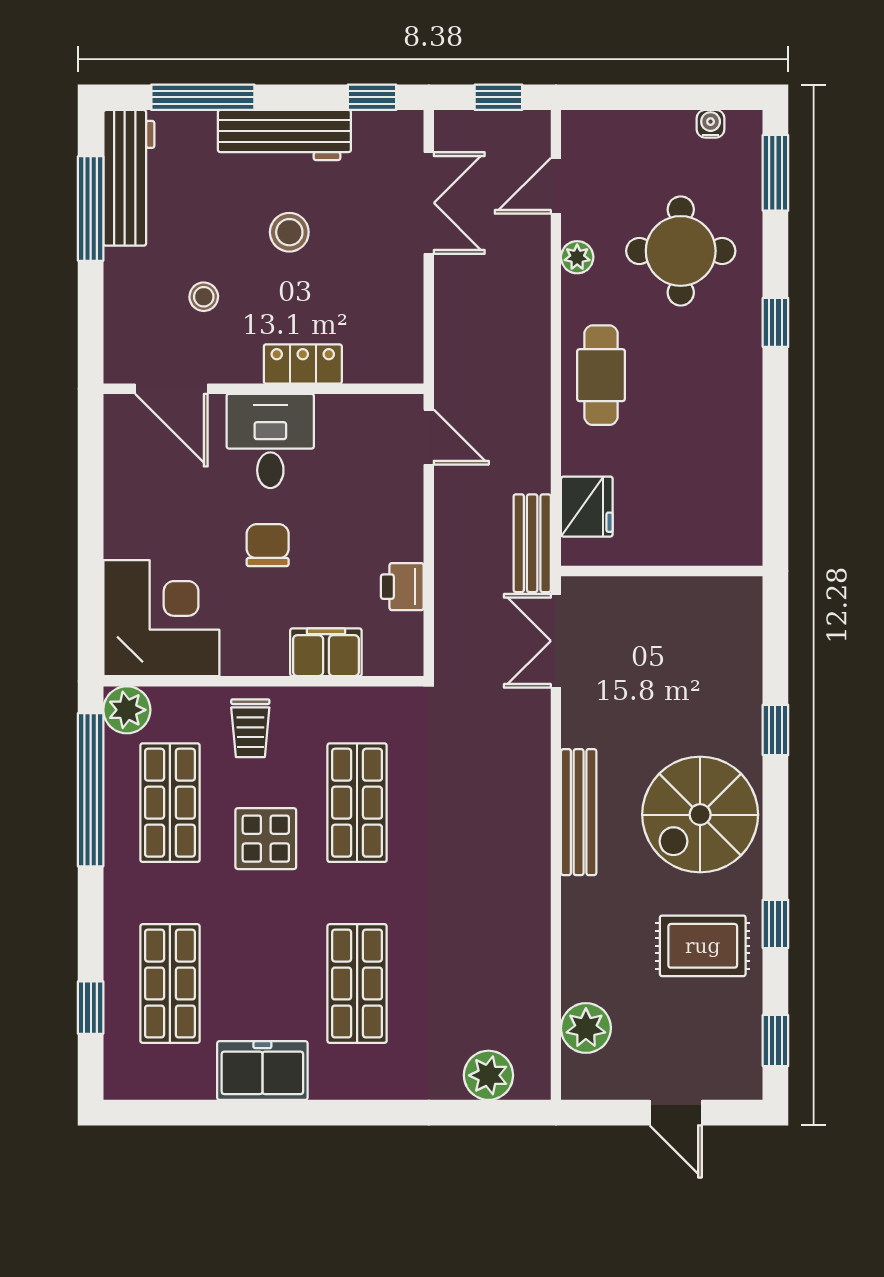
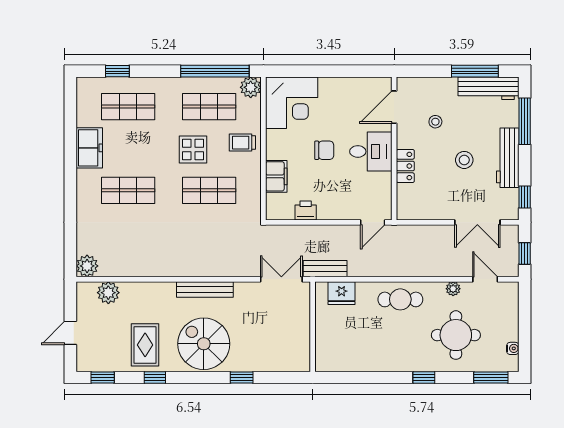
plant: (488, 1075) -> (87, 266), moved

